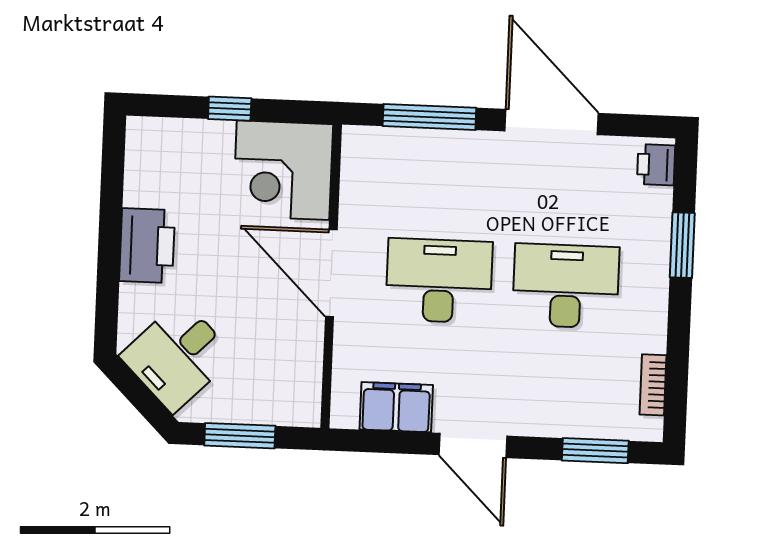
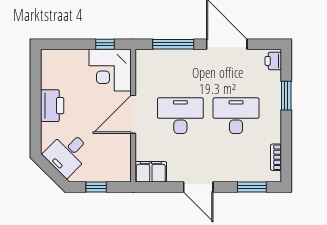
window: (230, 109) -> (105, 44), moved
door: (331, 273) -> (133, 114), hinge flipped
filing cabinet: (396, 407) -> (151, 172), moved
window: (240, 436) -> (96, 187), width x0.67

